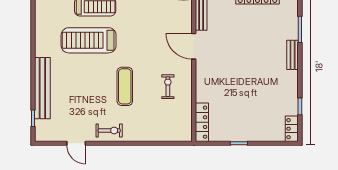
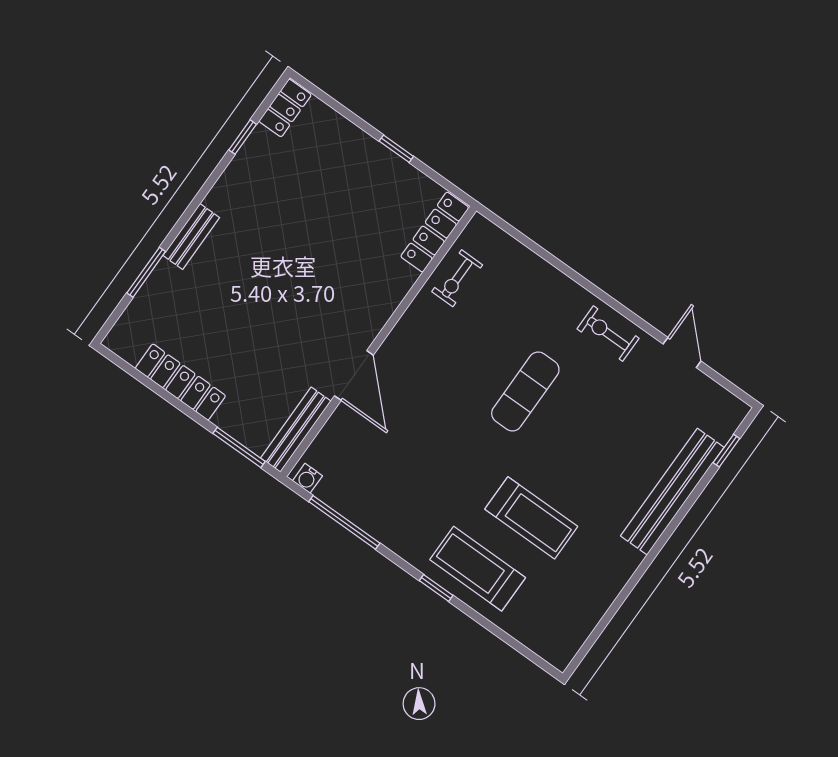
treadmill: (89, 40) -> (531, 518), width x0.73, depth x0.73
exercise bike: (168, 87) -> (457, 278), moved

